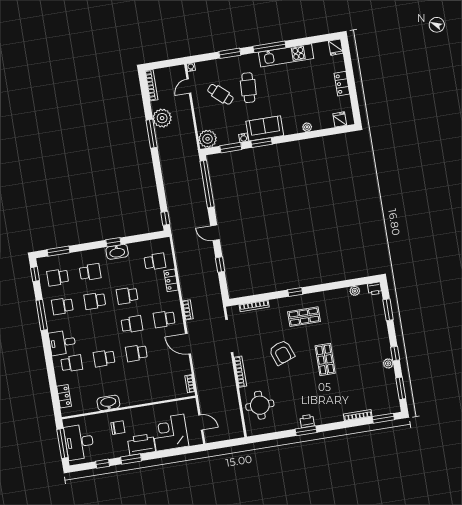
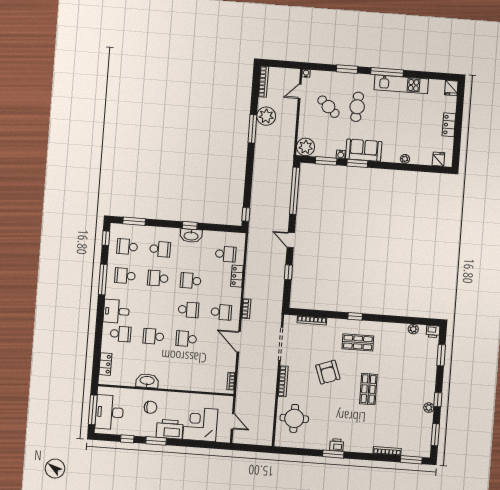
school desk: (164, 319) -> (221, 312), turned 180

